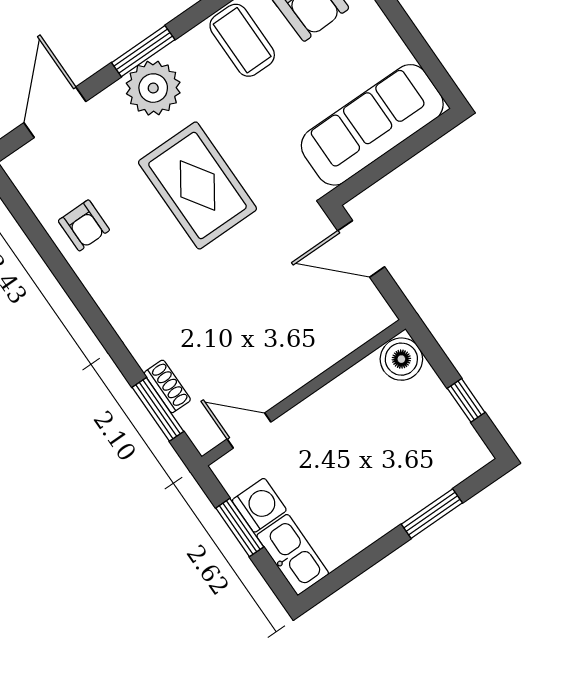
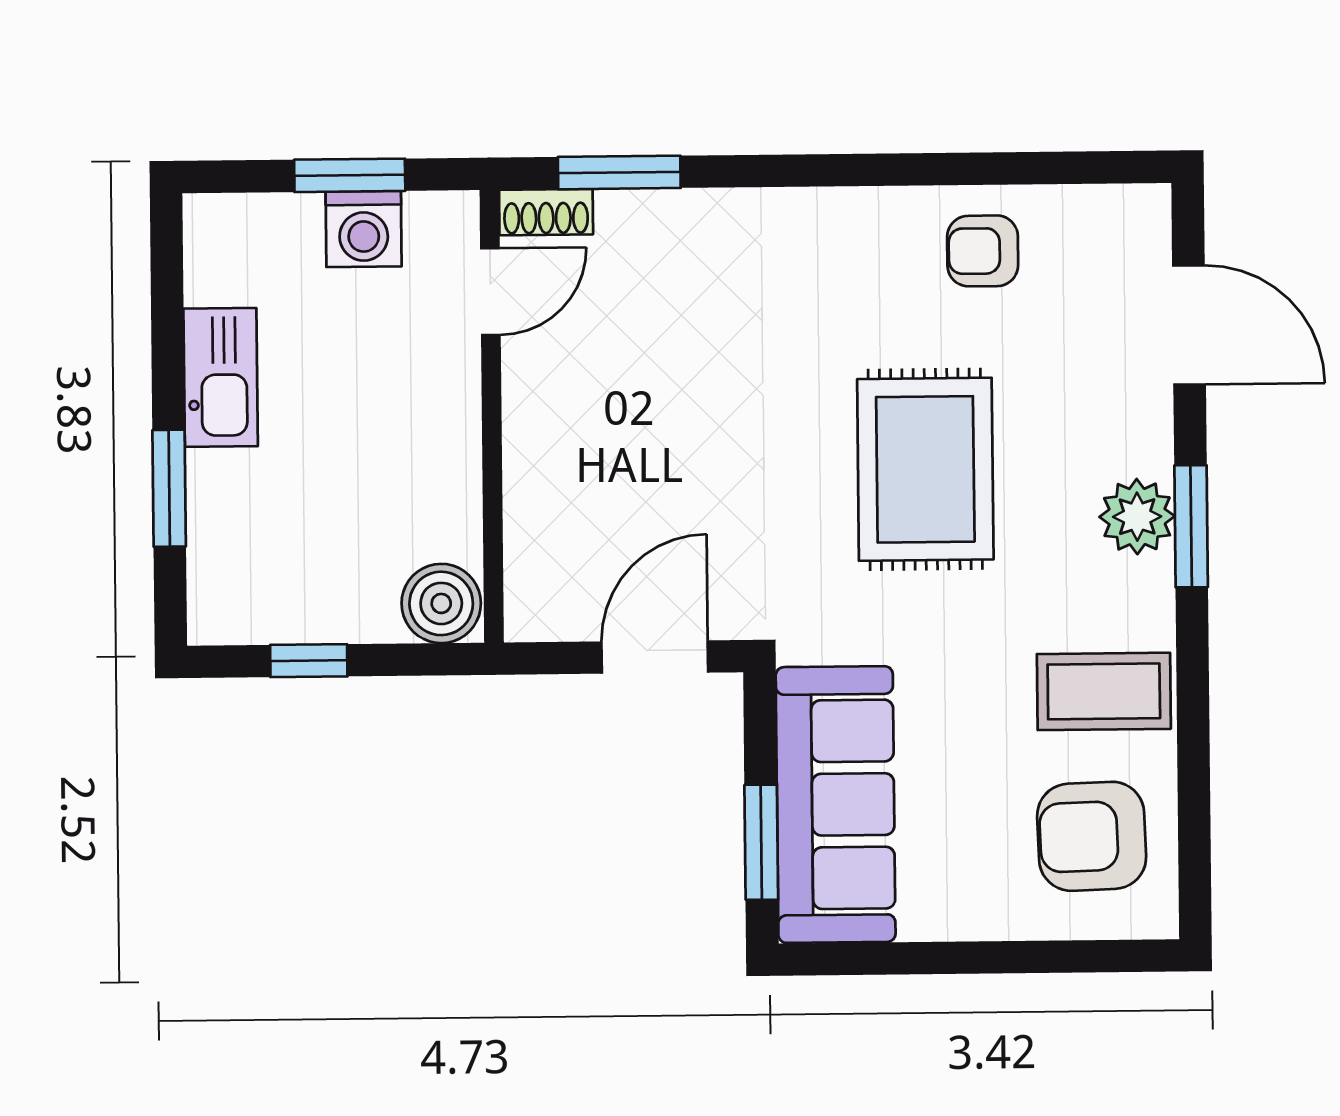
plant: (153, 88) -> (1137, 517), width x0.73, depth x0.73
window: (411, 146) -> (761, 842), added
rug: (197, 185) -> (925, 469), turned 90
shoe rack: (167, 386) -> (546, 212), moved
kitchen sink: (293, 555) -> (221, 377), moved, turned -90

